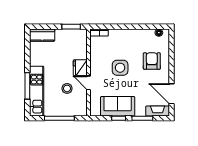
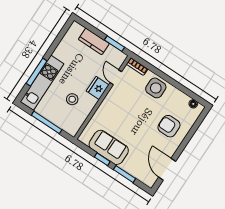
kitchen counter: (42, 35) -> (94, 41), moved
armchair: (152, 61) -> (169, 126), turned -90
side table: (120, 68) -> (156, 88), moved
door: (89, 83) -> (116, 77), moved
fireplace: (158, 111) -> (143, 177), removed

